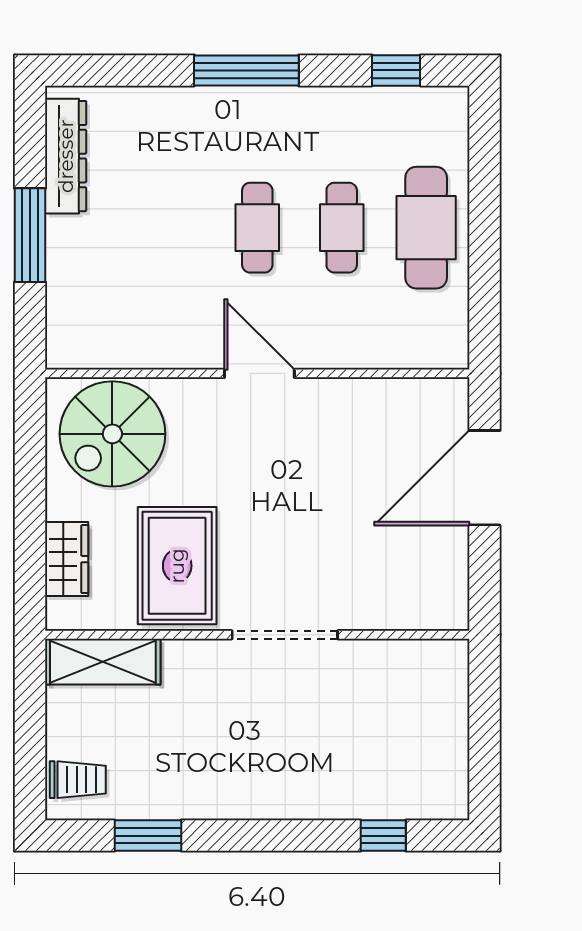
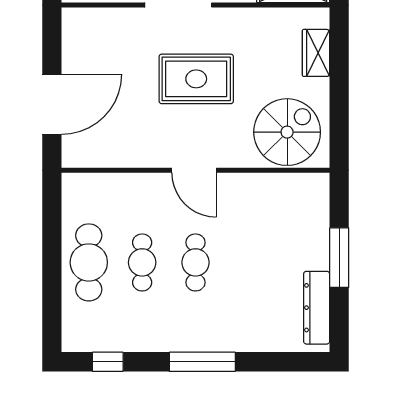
rug: (177, 566) -> (196, 79), moved, turned 90

